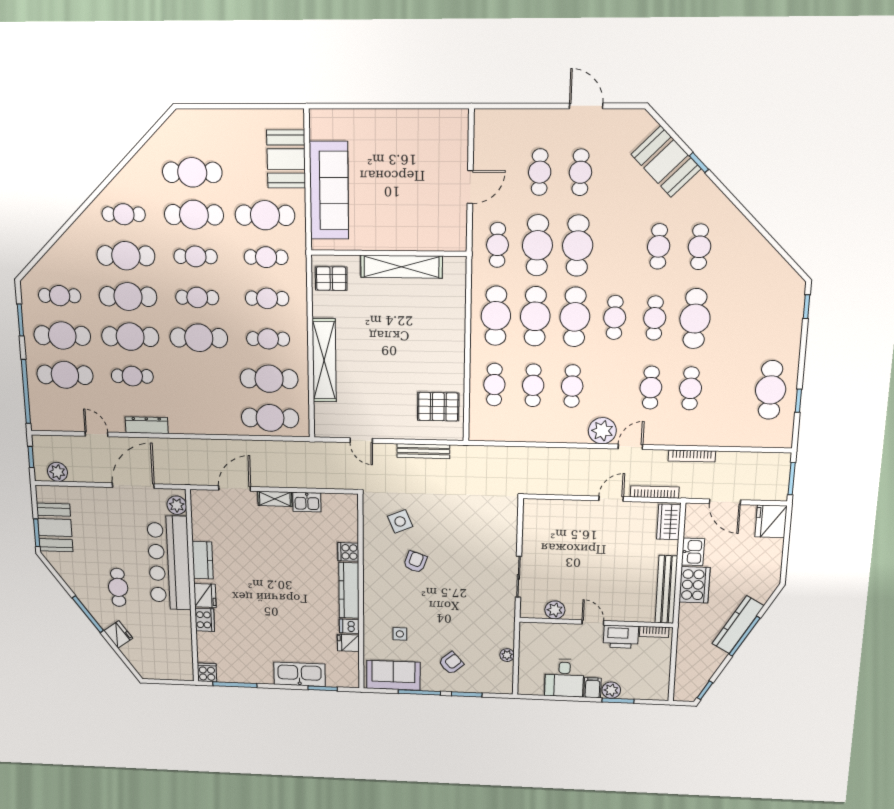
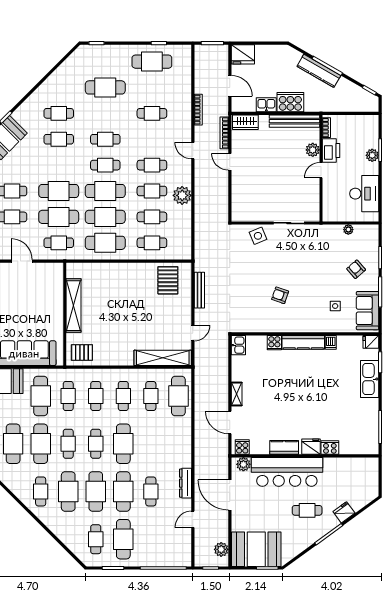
pallet: (331, 279) -> (82, 352), turned 90
cafe table: (695, 319) -> (105, 87), moved
shelving: (324, 360) -> (163, 358), moved
cafe table: (65, 375) -> (151, 539), removed
cafe table: (269, 379) -> (151, 396), width x0.73, depth x0.74
cafe table: (651, 388) -> (152, 165), moved
plant: (602, 431) -> (182, 195), moved
kitchen sink: (307, 502) -> (238, 345), moved
door: (725, 502) -> (230, 86), hinge flipped
side table: (400, 521) -> (258, 236), moved
booth: (55, 528) -> (256, 549), width x1.36, depth x1.42
plant: (555, 610) -> (313, 150), moved
fridge: (348, 643) -> (371, 342), moved, turned 90
cooker: (207, 672) -> (242, 447), moved, turned 90
desk: (564, 678) -> (364, 194), width x1.37
filing cabinet: (592, 688) -> (371, 168), removed

